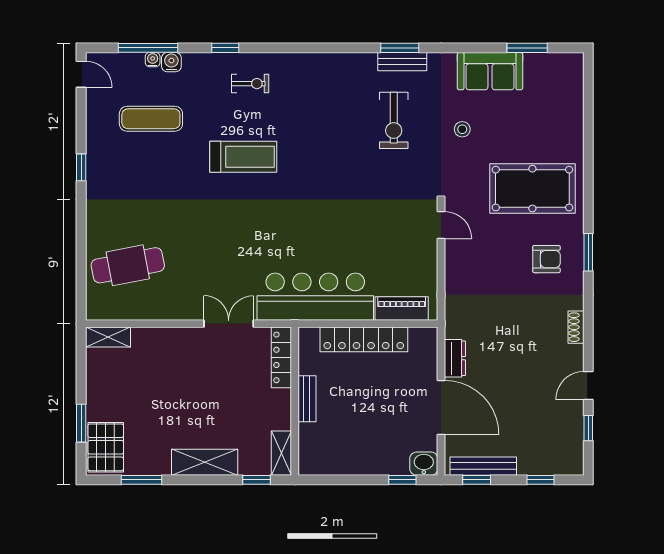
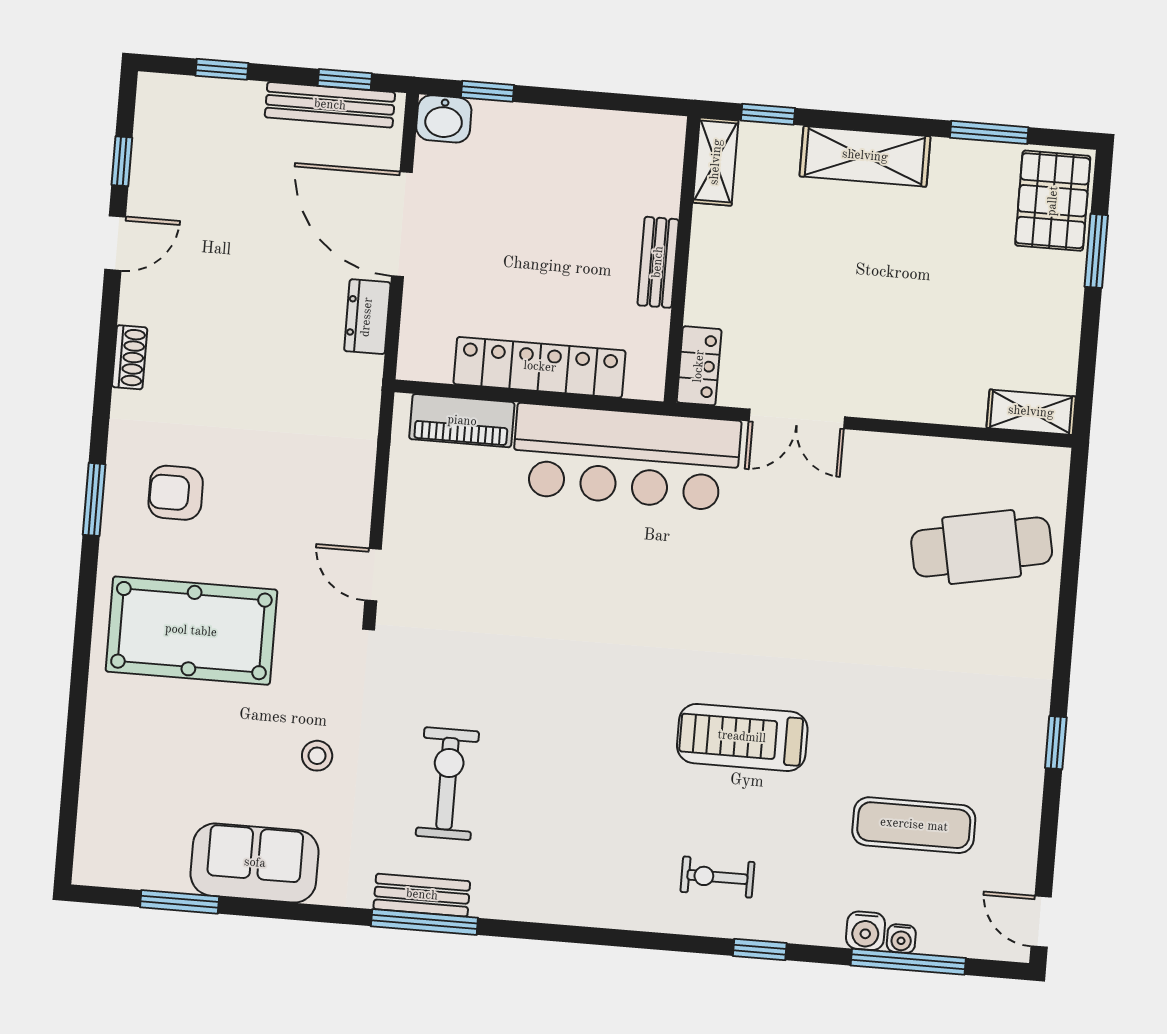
window: (400, 48) -> (424, 922), width x1.44
locker: (281, 357) -> (699, 366), width x0.66

